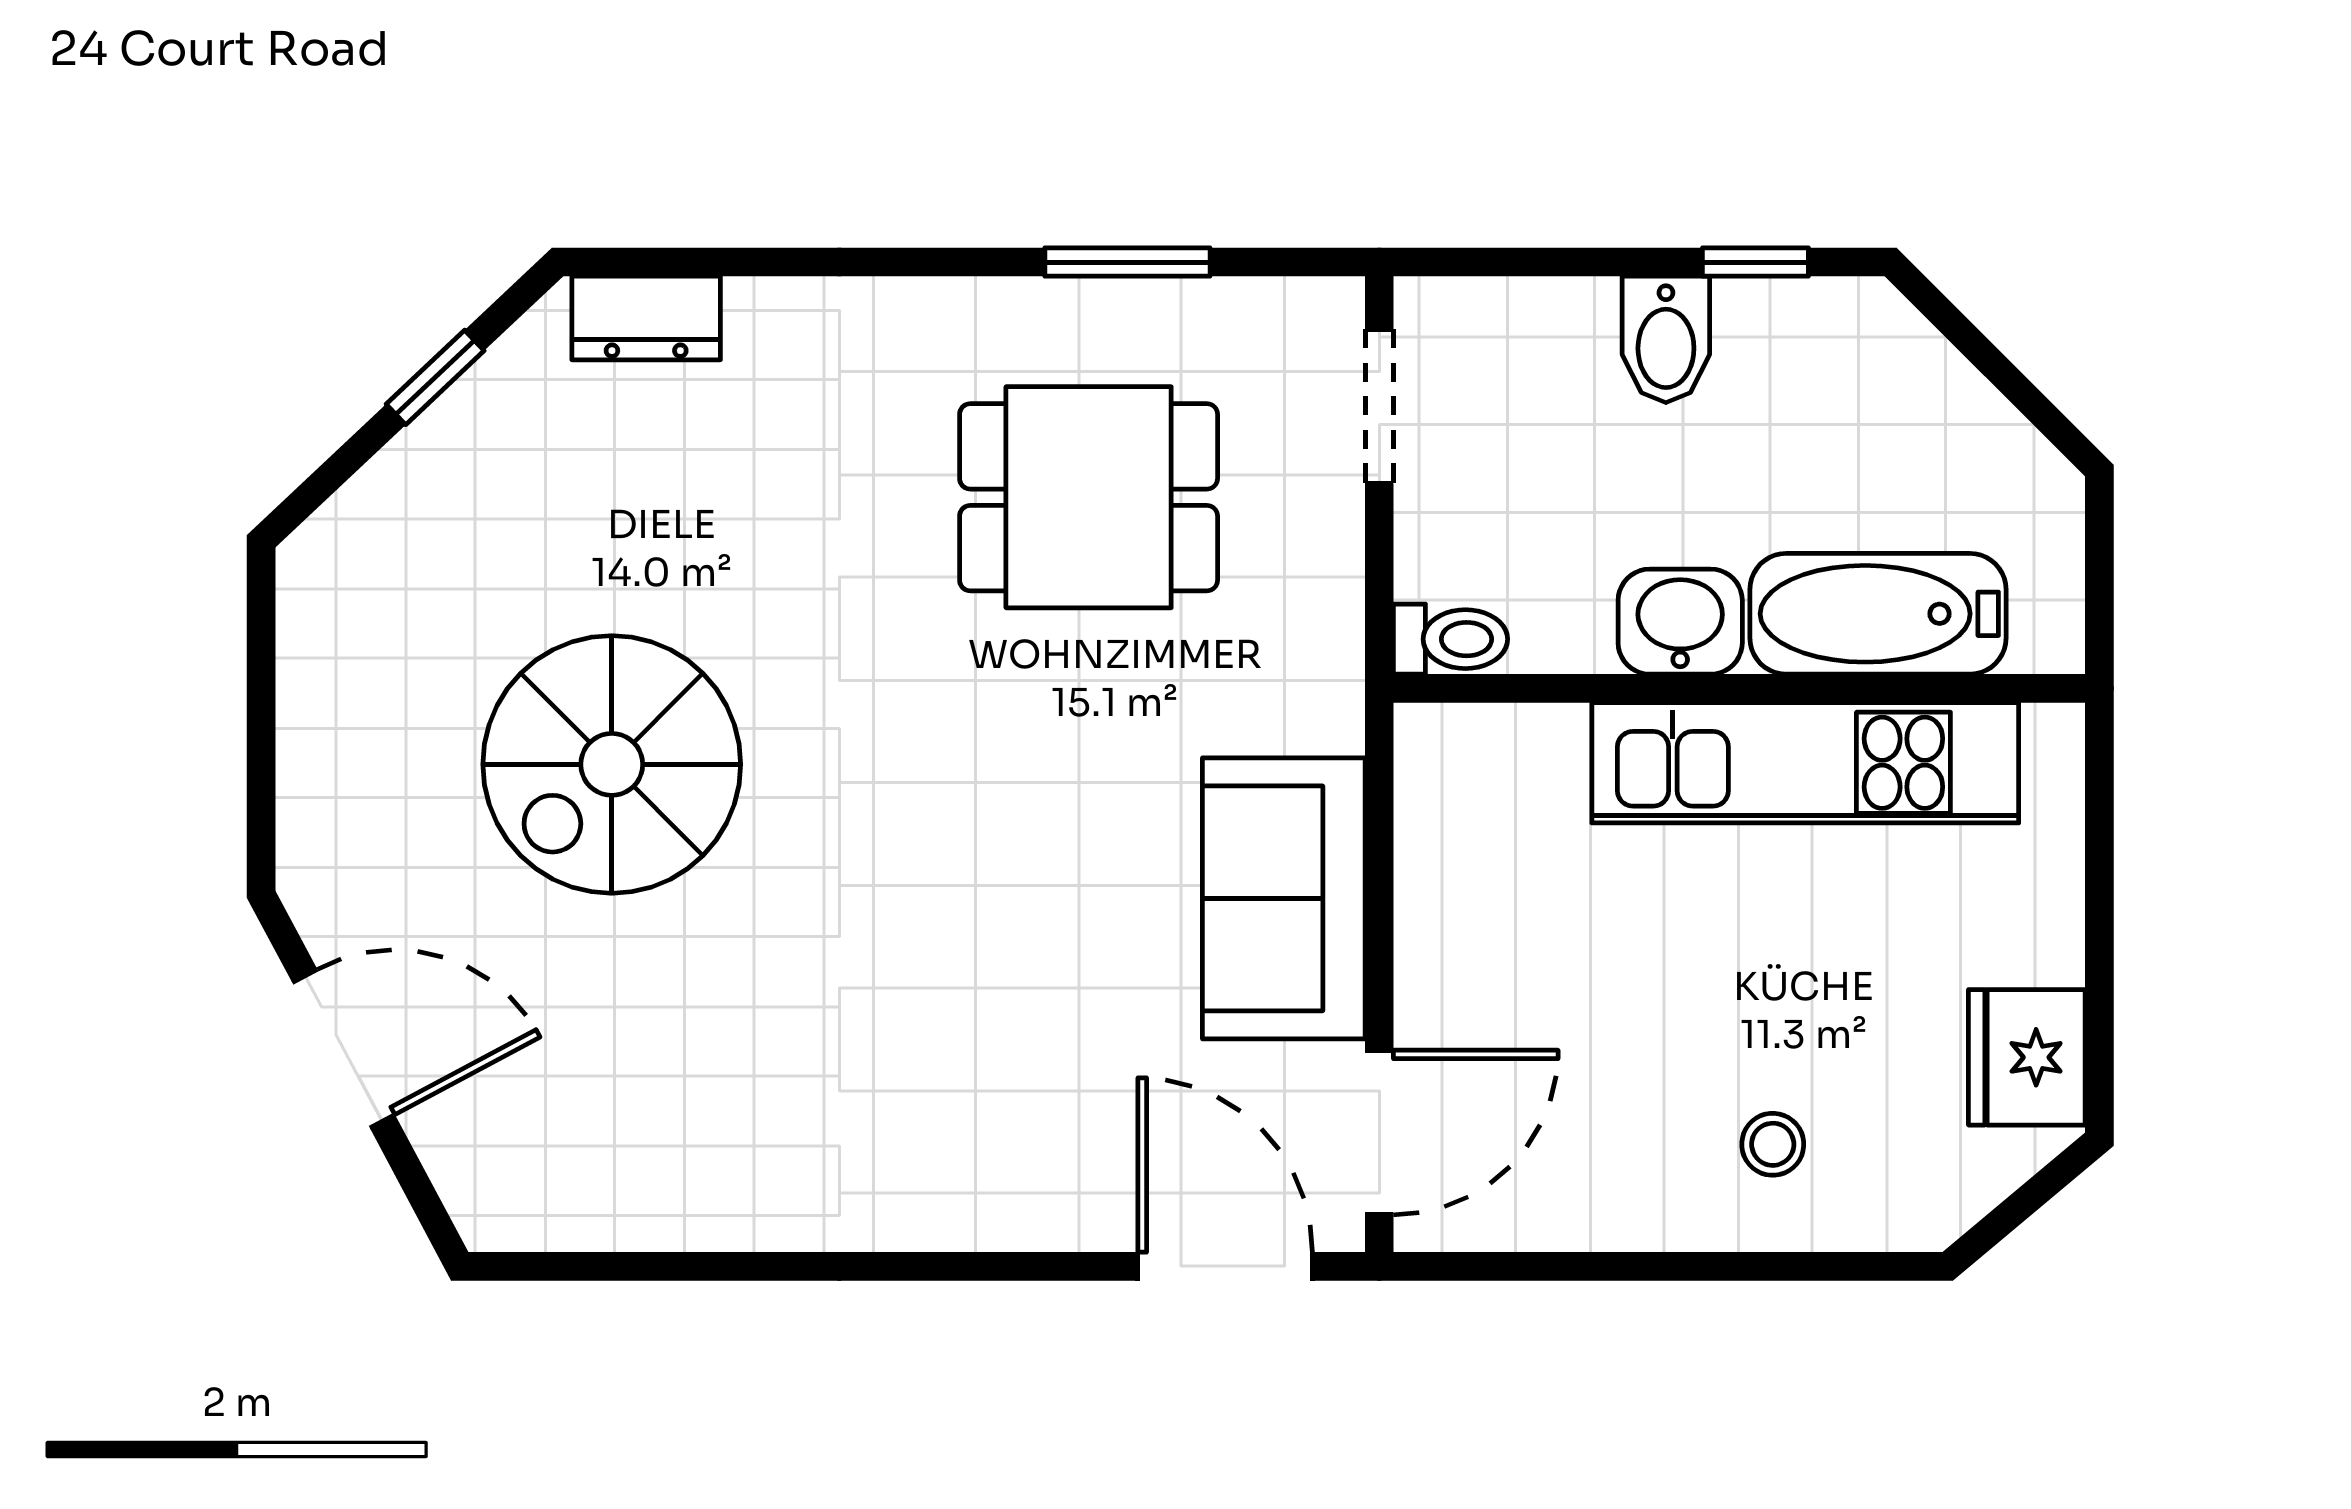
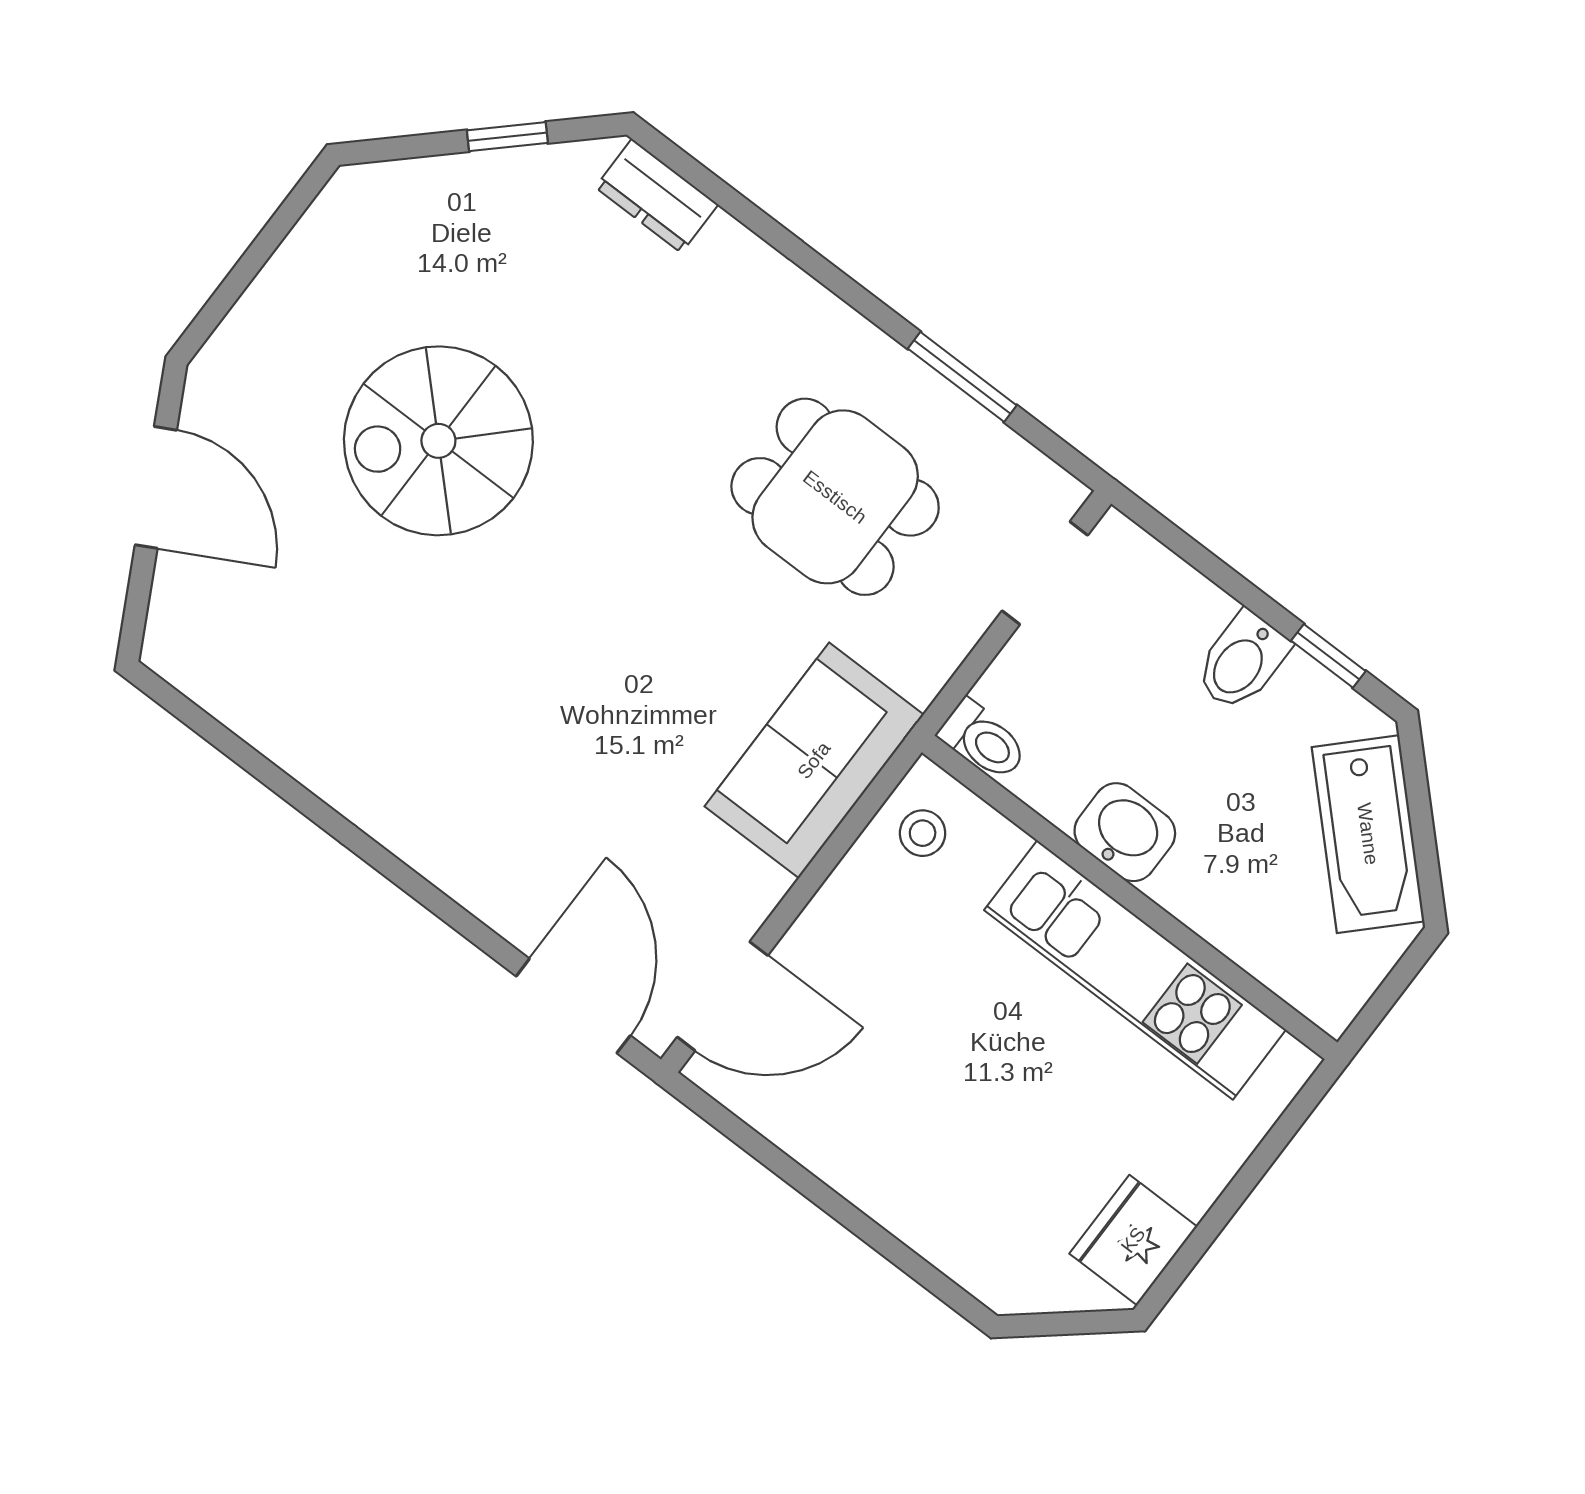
bathtub: (1878, 614) -> (1368, 834), moved, turned -135
sofa: (1284, 898) -> (814, 760), moved
stool: (1773, 1144) -> (923, 833), moved

